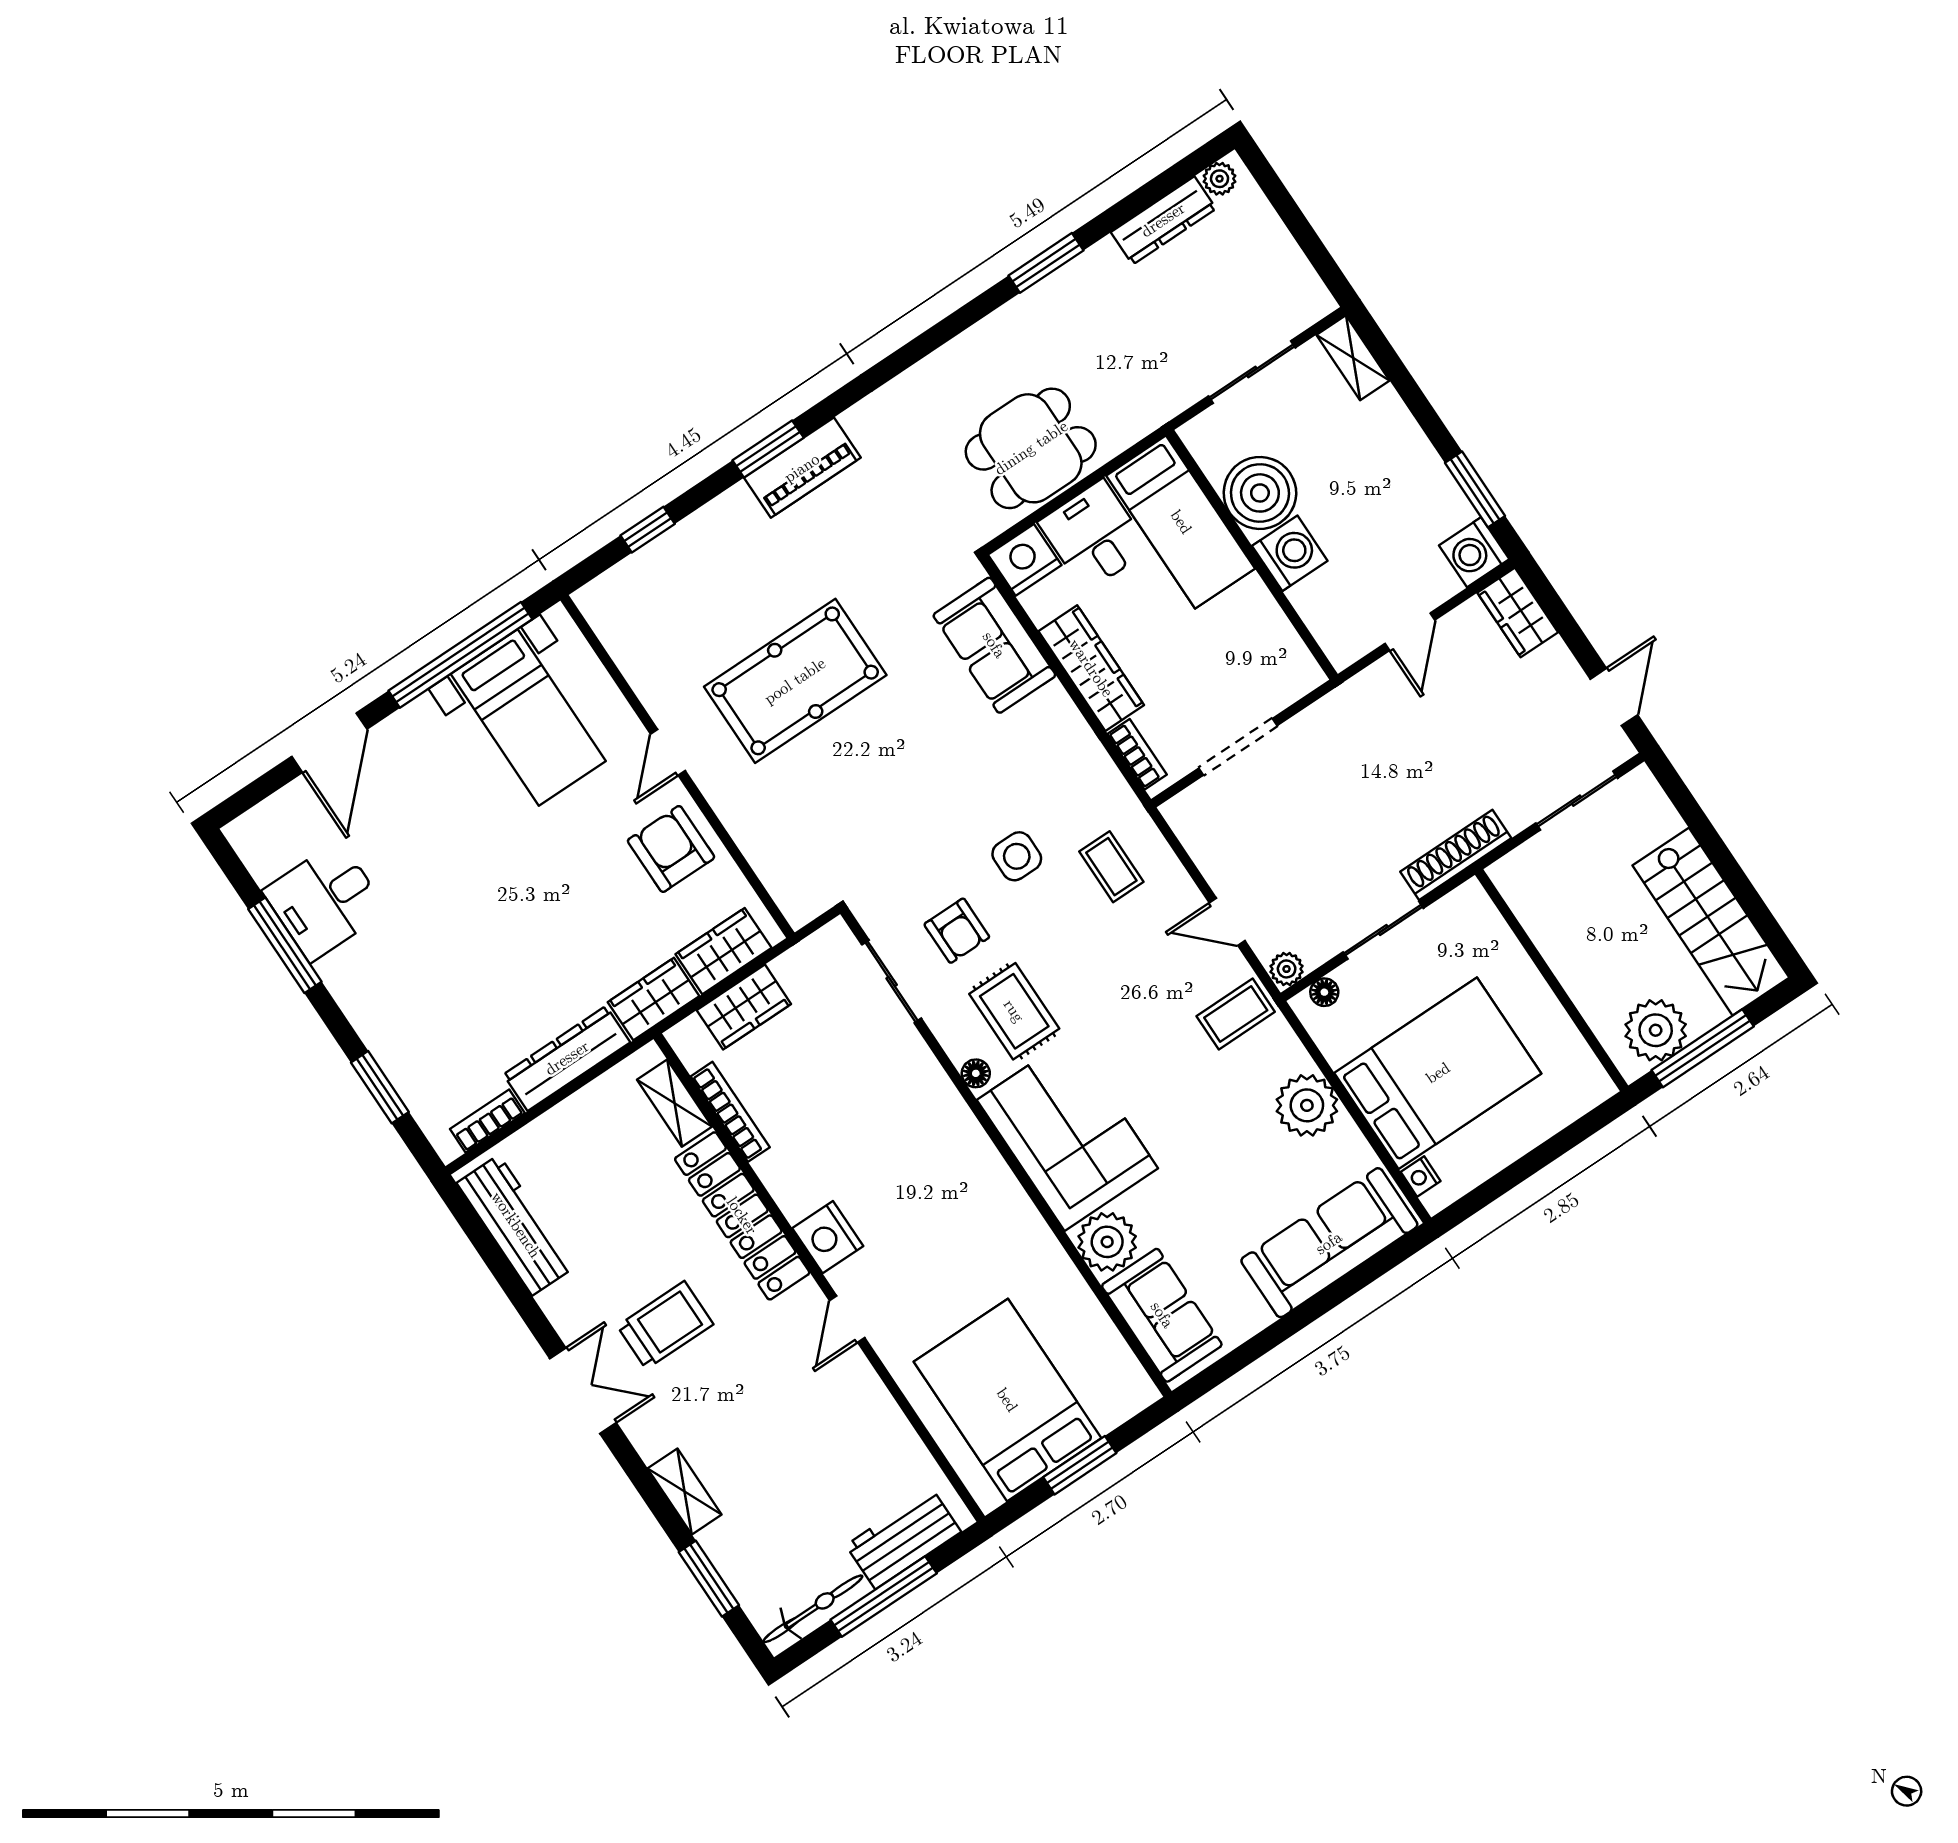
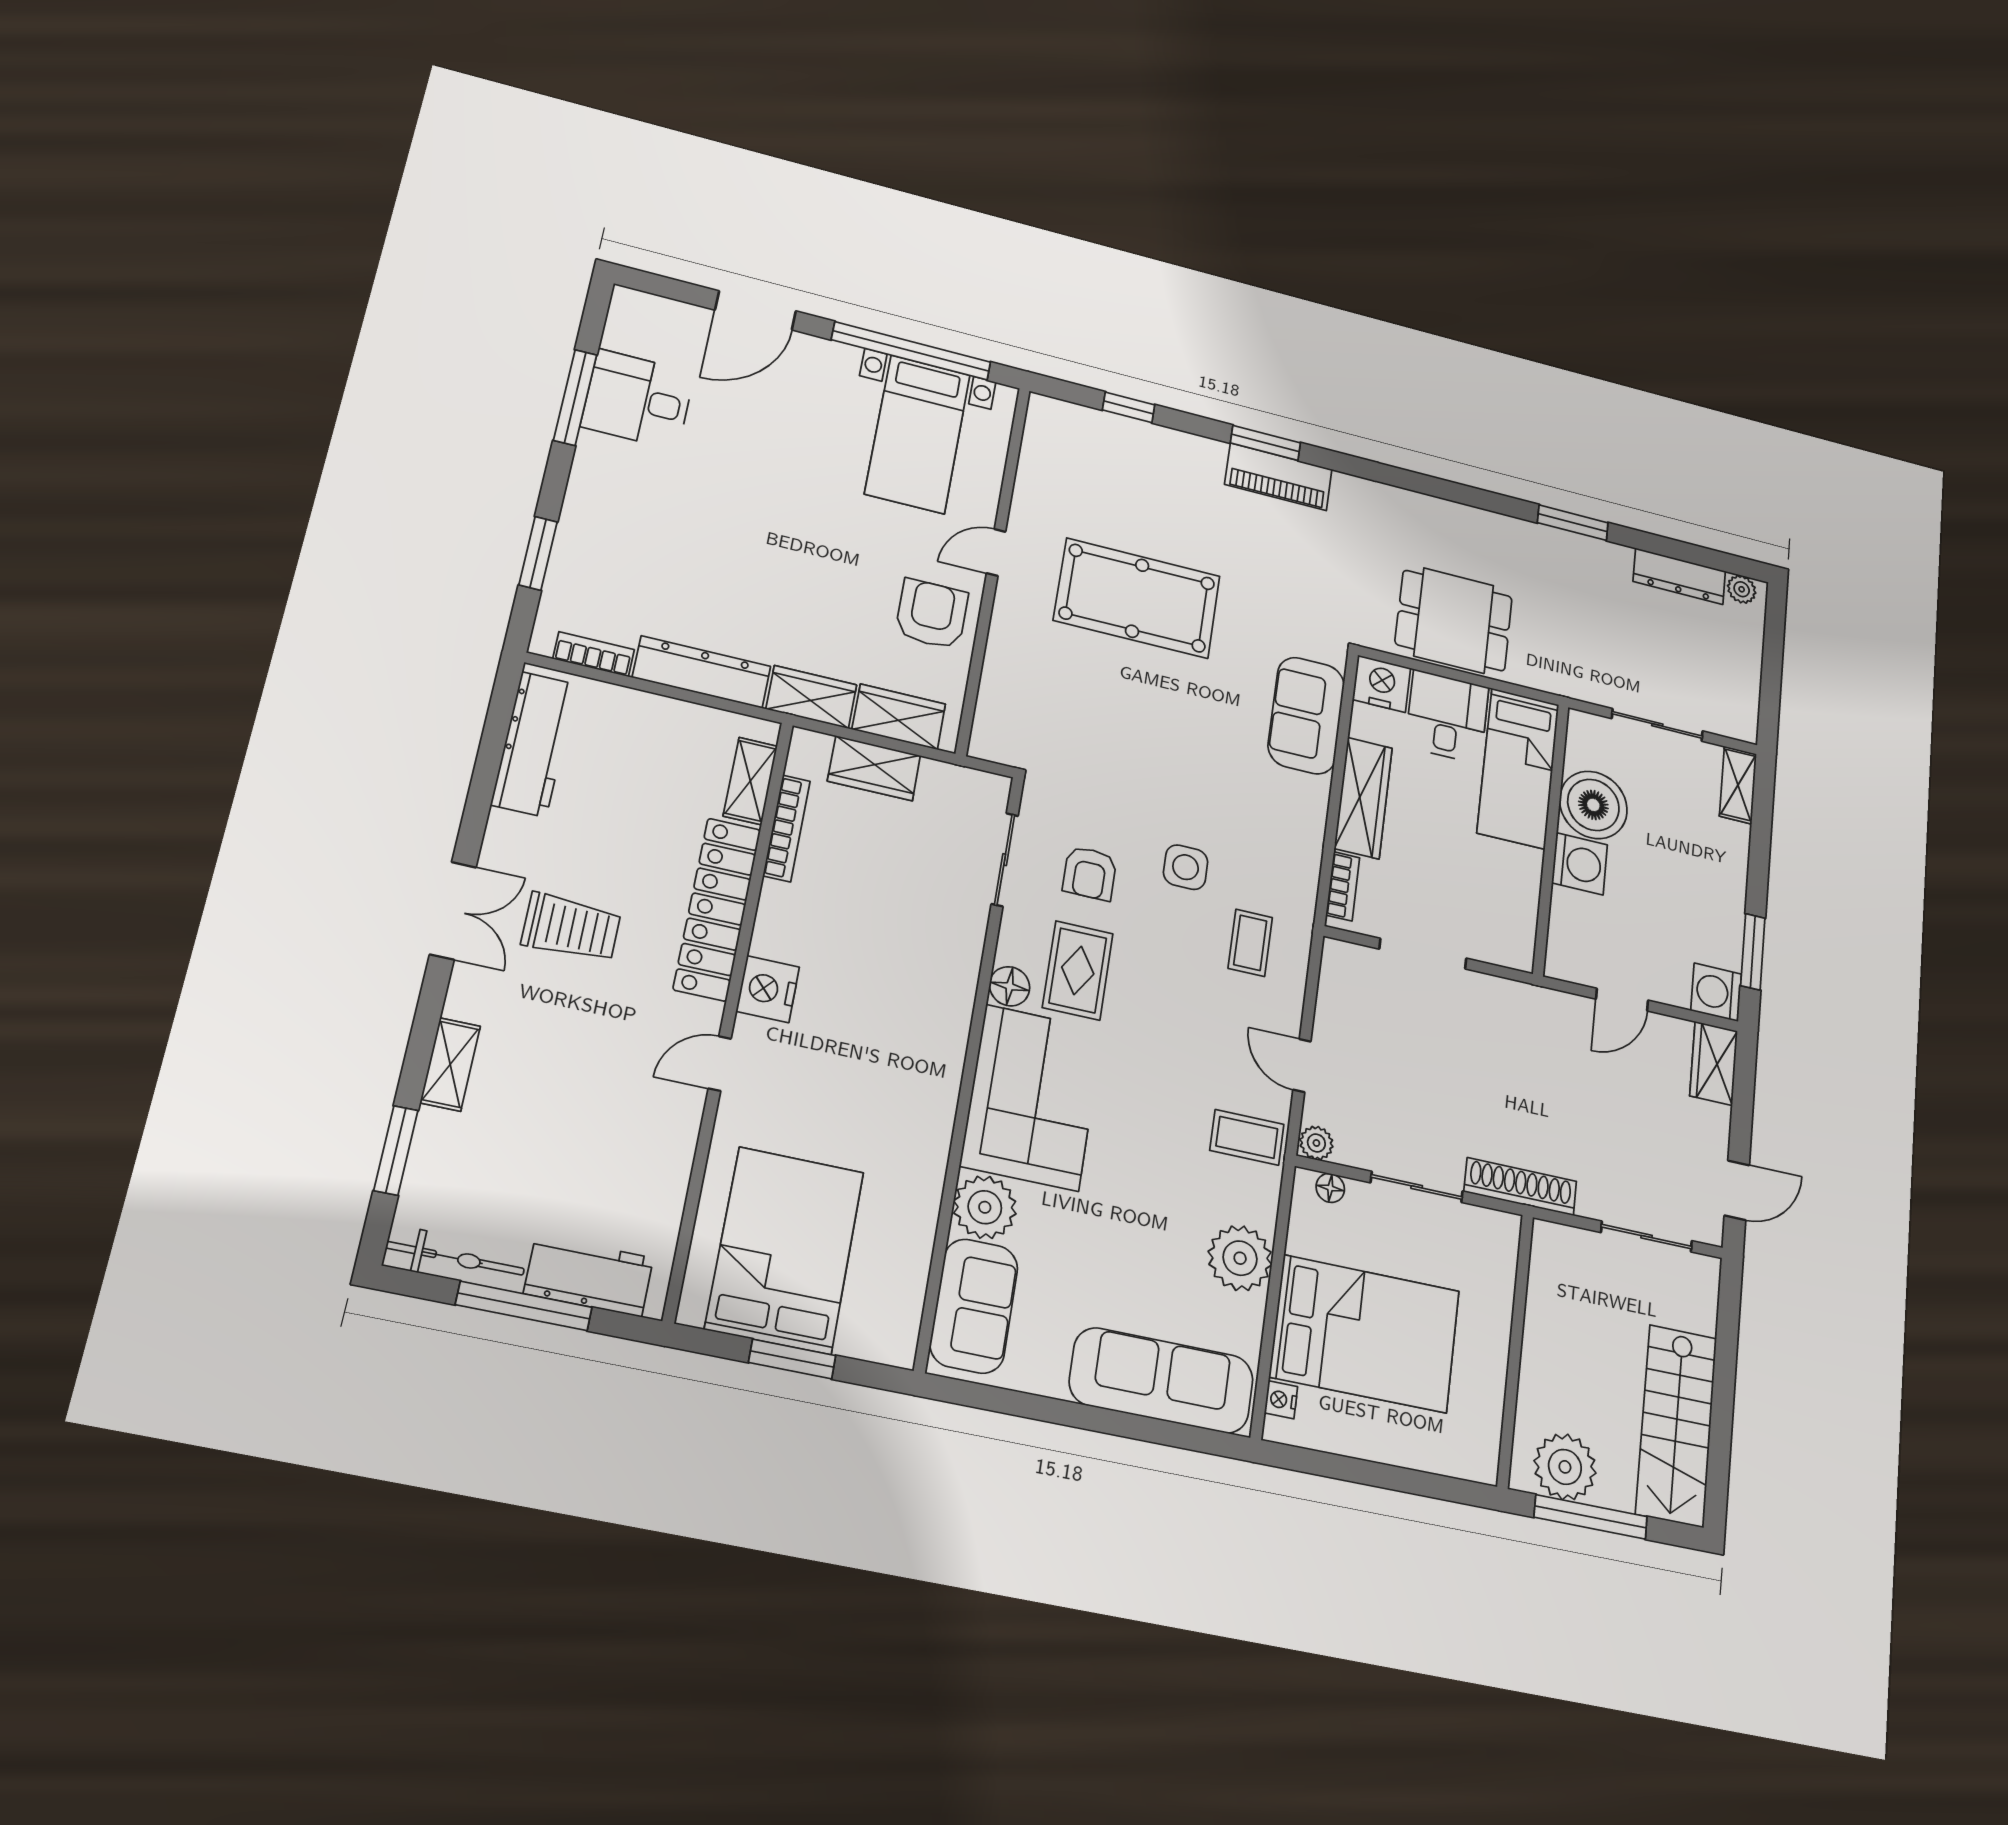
floor lamp: (976, 1073) -> (1010, 986), width x1.37, depth x1.37

